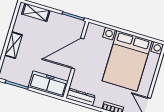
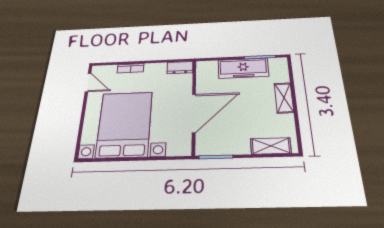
freezer: (48, 84) -> (243, 68), moved
dresser: (81, 97) -> (180, 68), width x0.70

